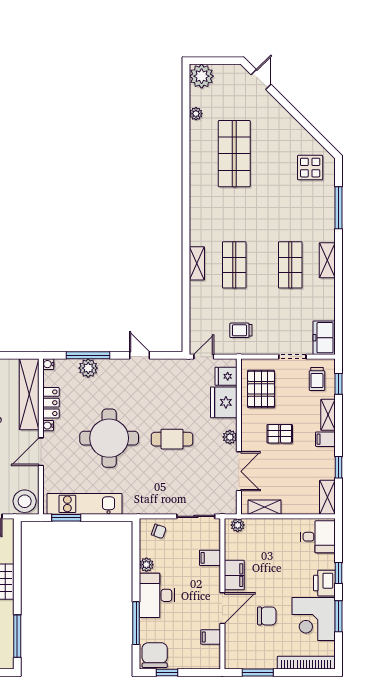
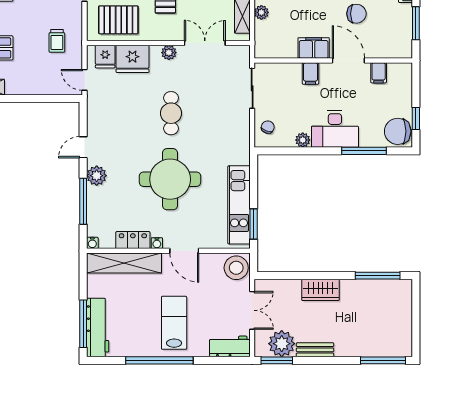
plant: (88, 368) -> (97, 176), moved
plant: (238, 525) -> (261, 12), moved
filing cabinet: (210, 558) -> (310, 73), moved
chair: (267, 616) -> (356, 14), turned 90

